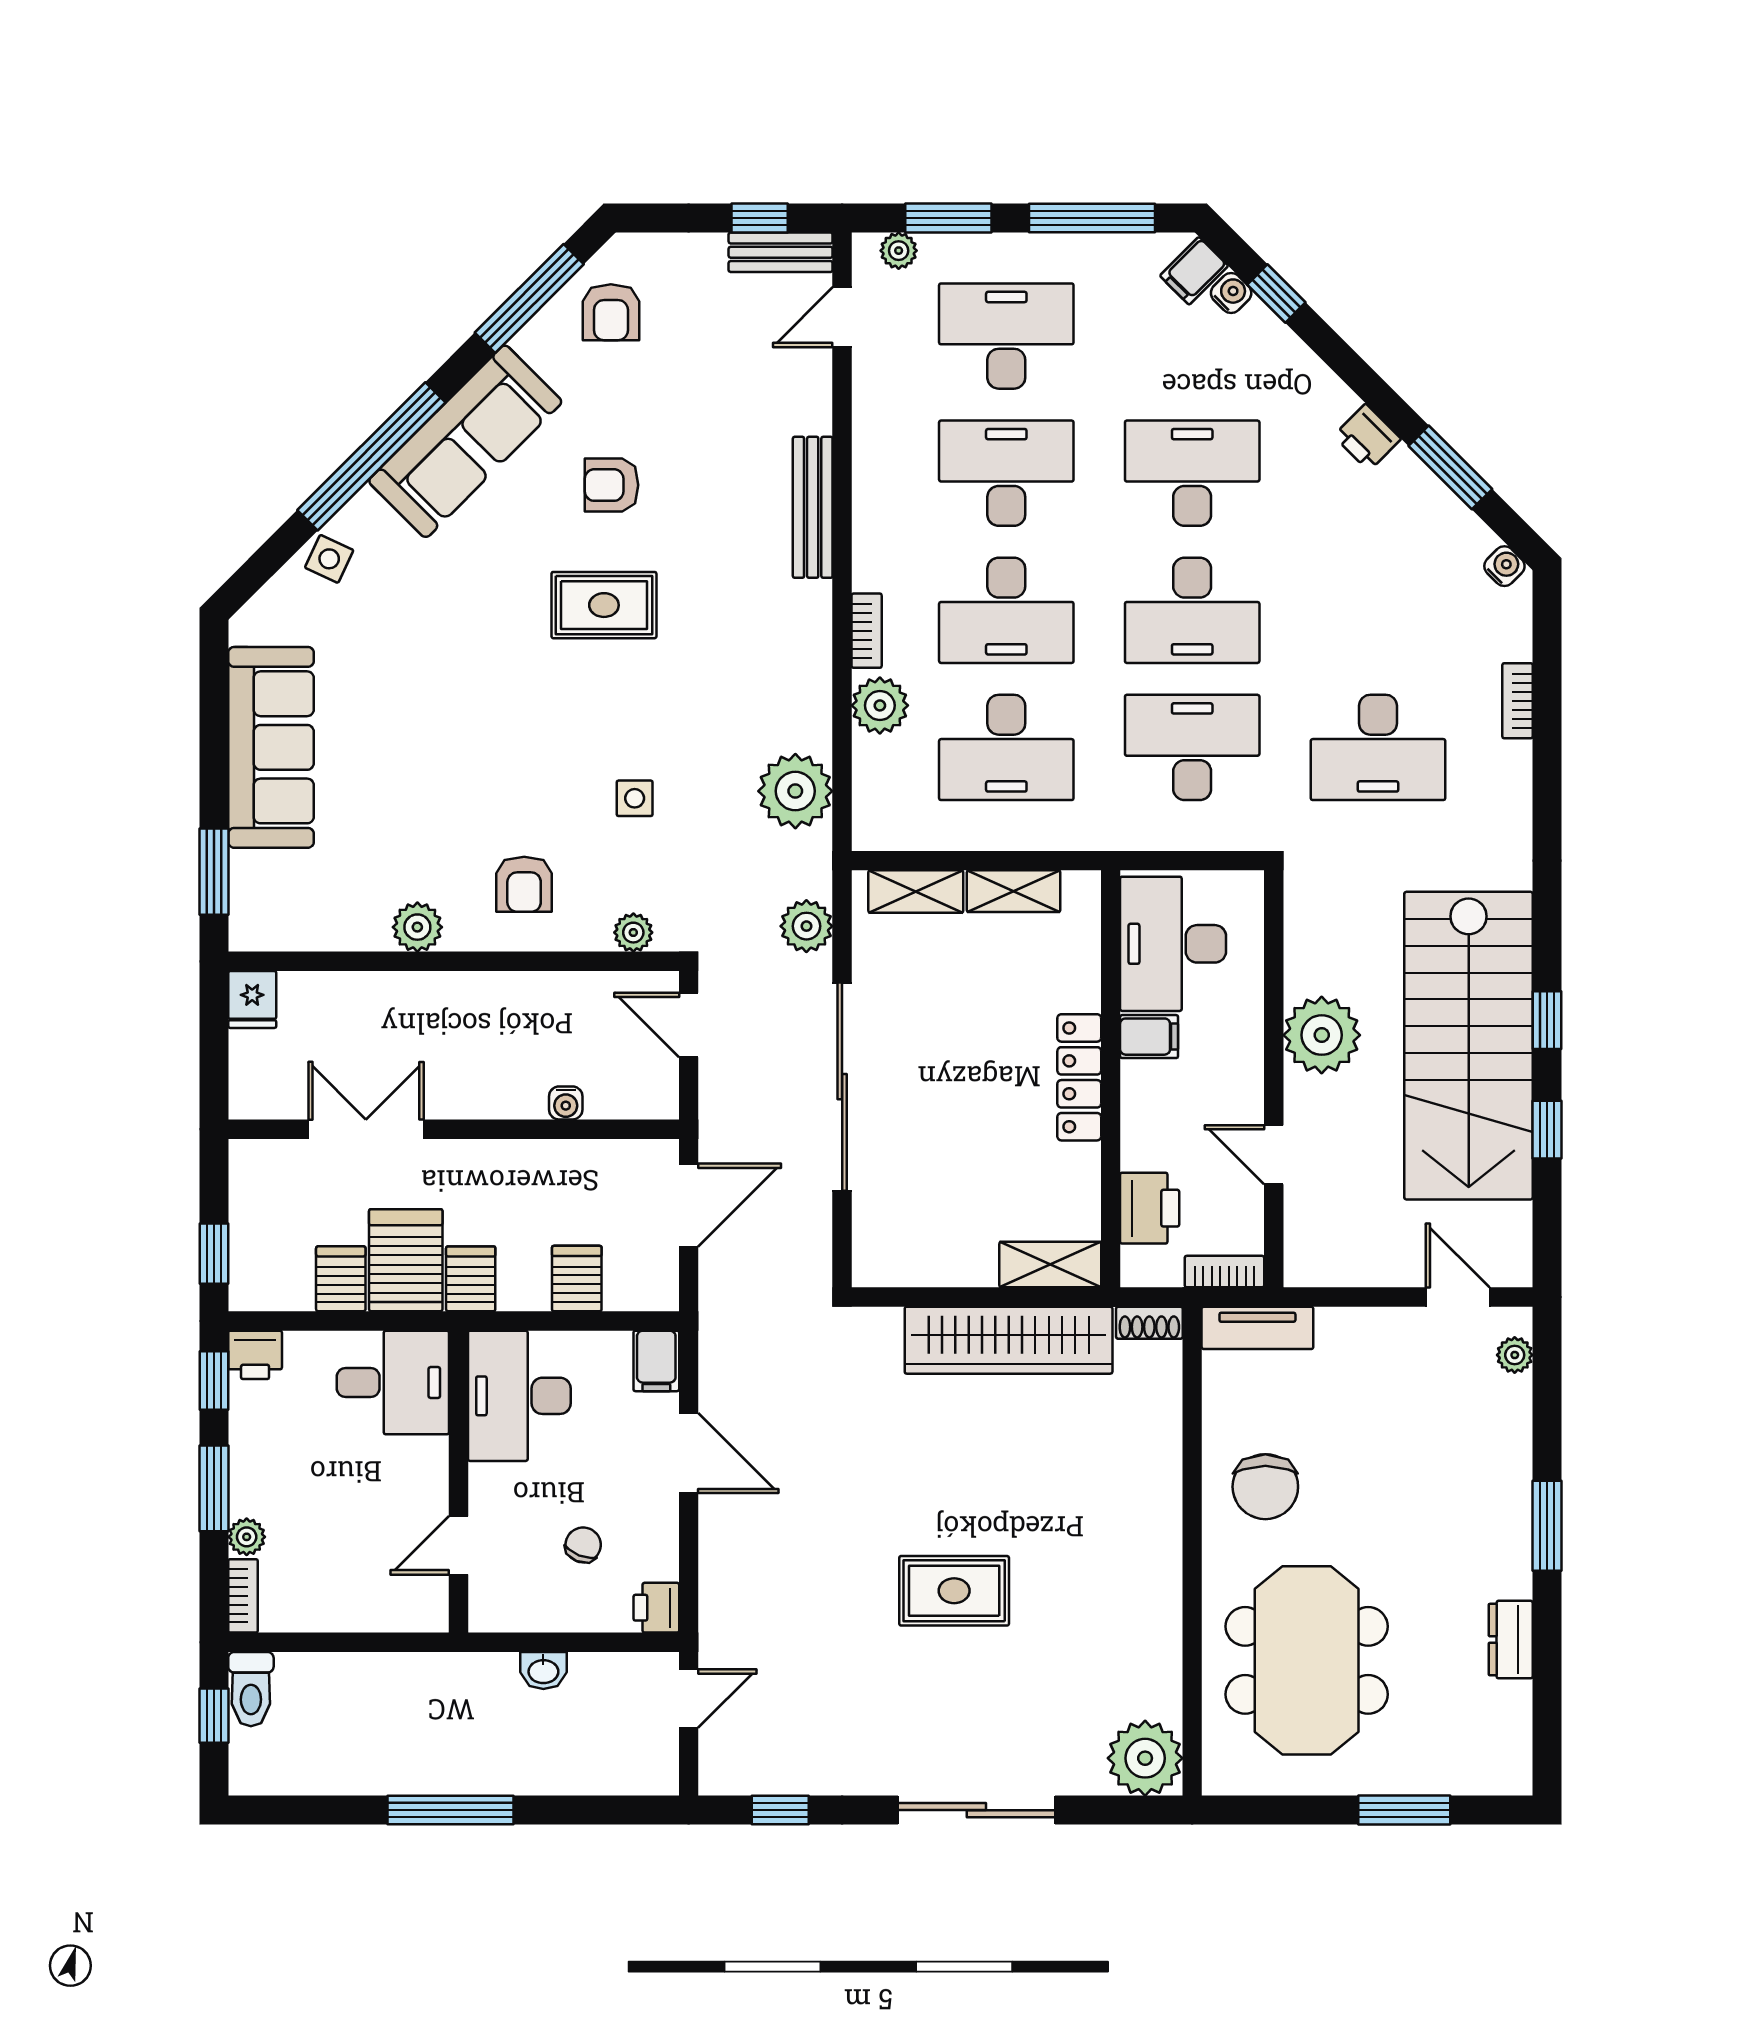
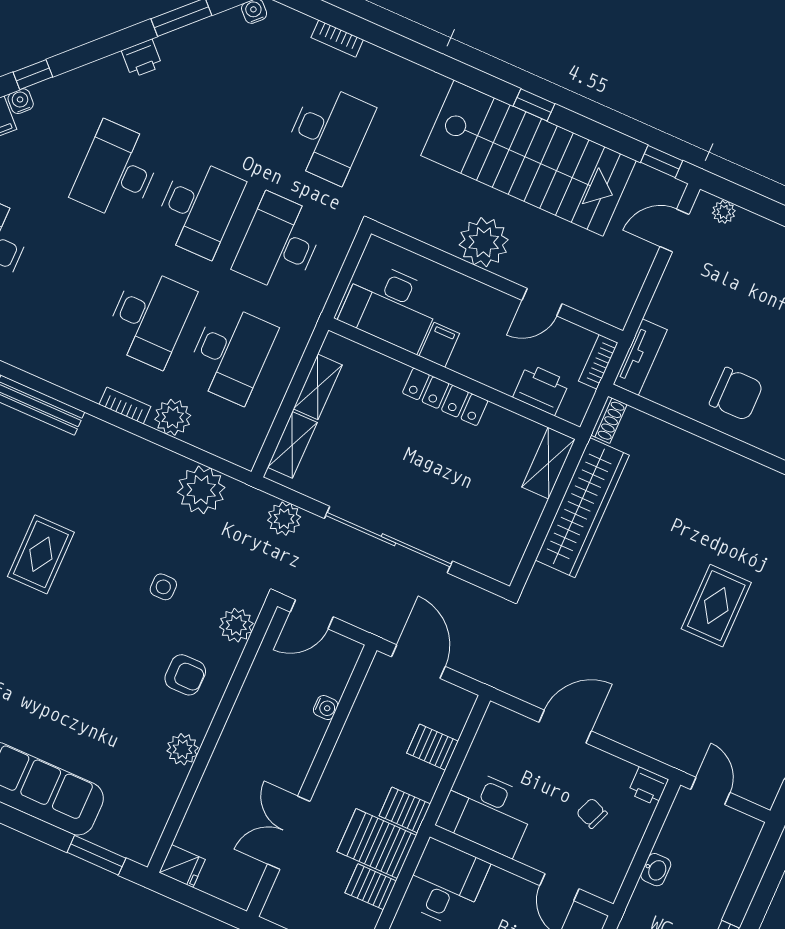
desk: (1006, 473) -> (68, 282), removed
plant: (633, 933) -> (236, 625), width x1.38, depth x1.38
window: (1547, 1130) -> (662, 161), moved
filing cabinet: (656, 1361) -> (502, 722), removed

